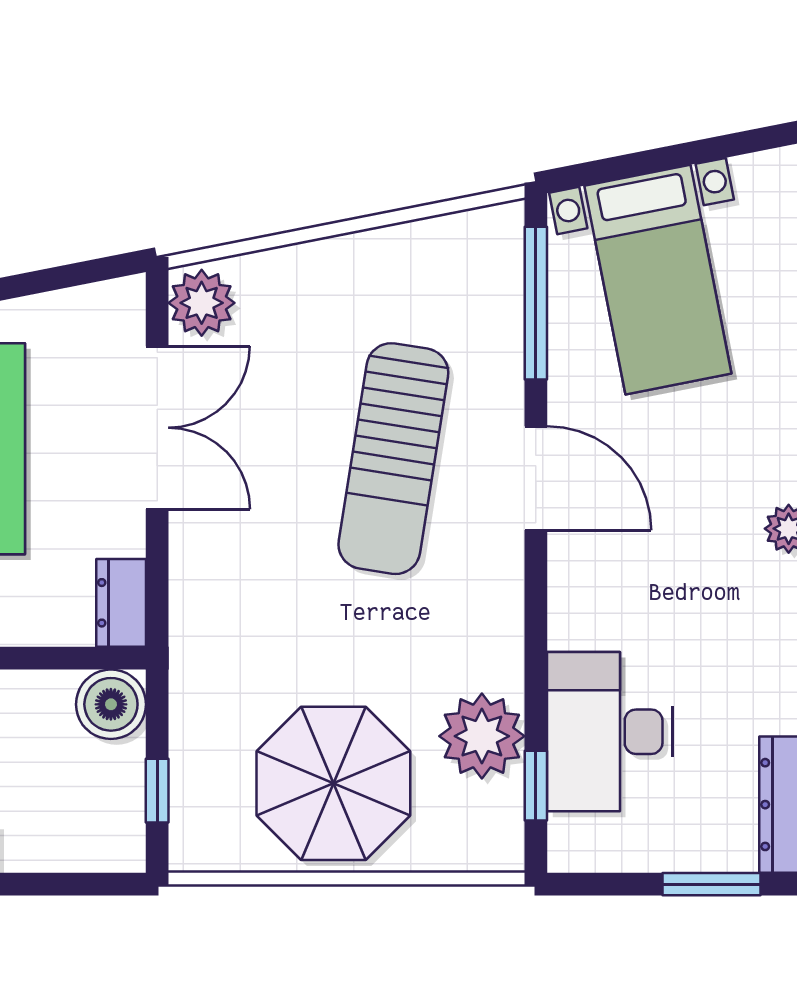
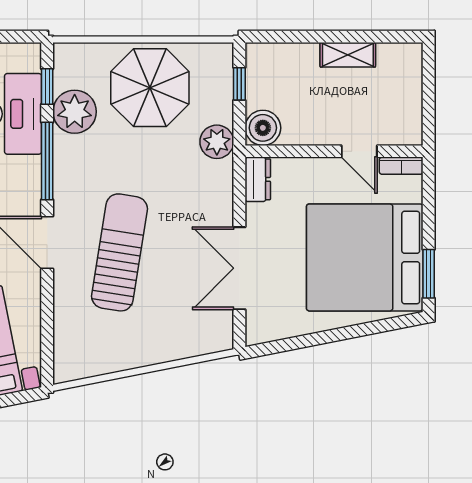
plant: (202, 303) -> (217, 142), moved
window: (536, 303) -> (47, 161), moved

